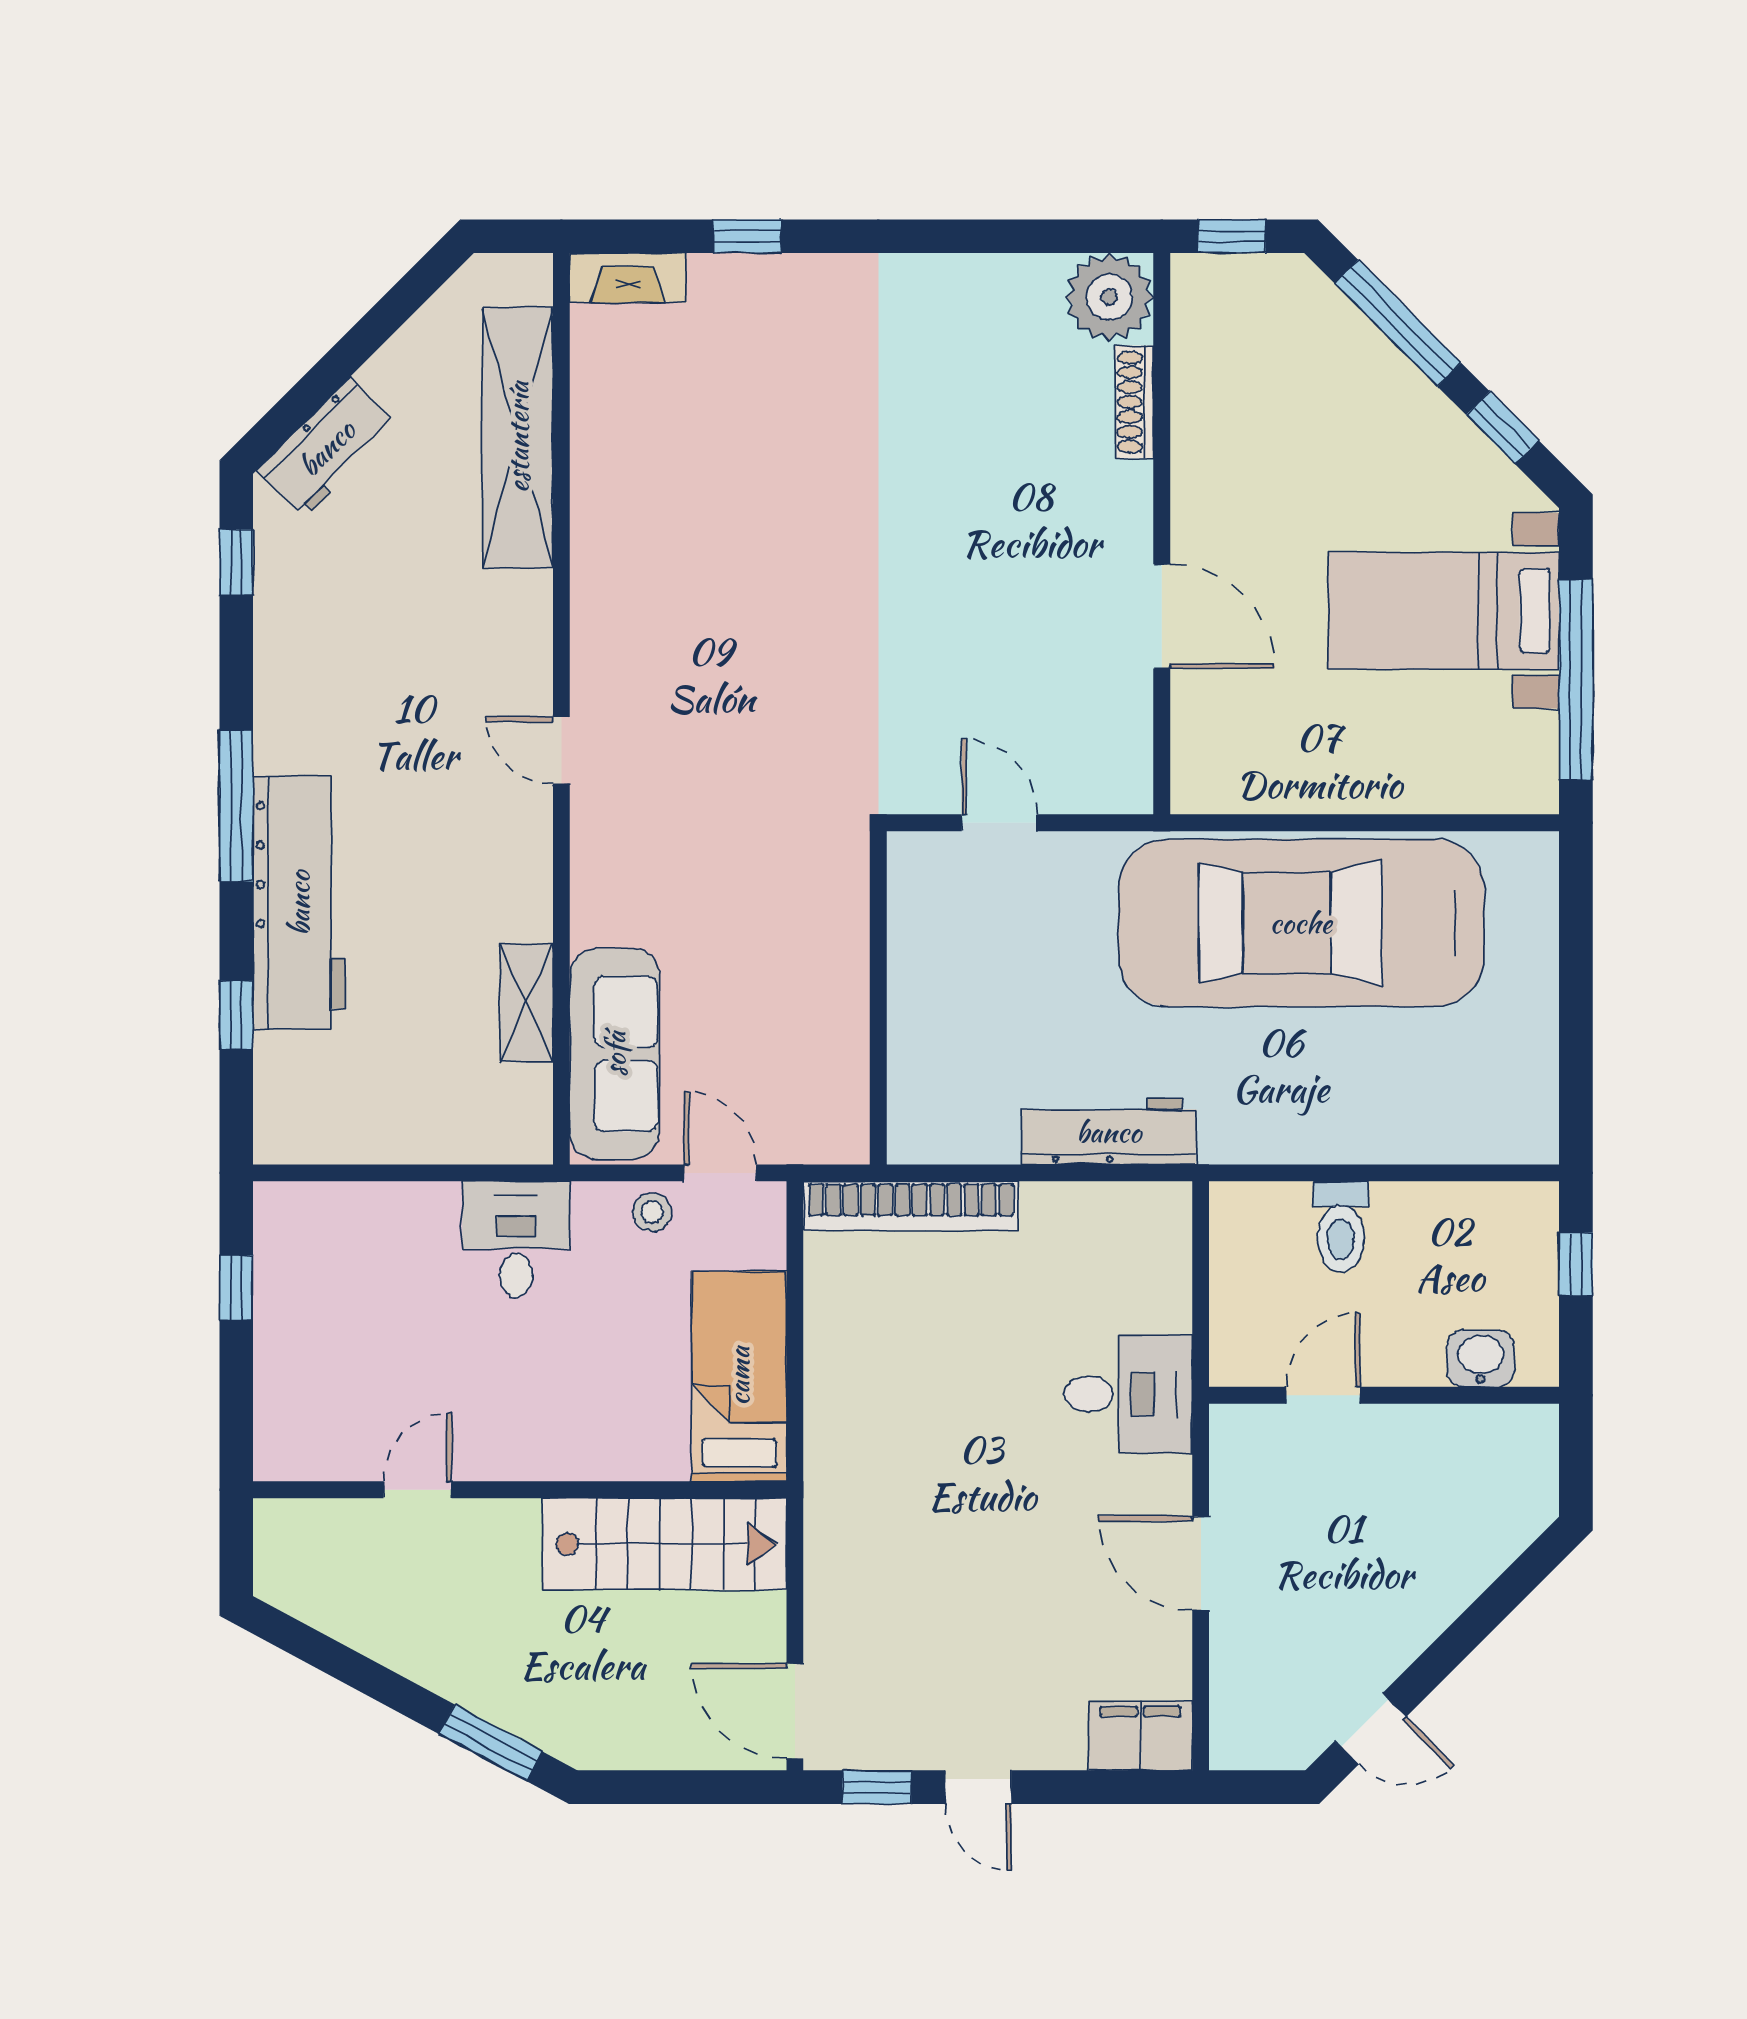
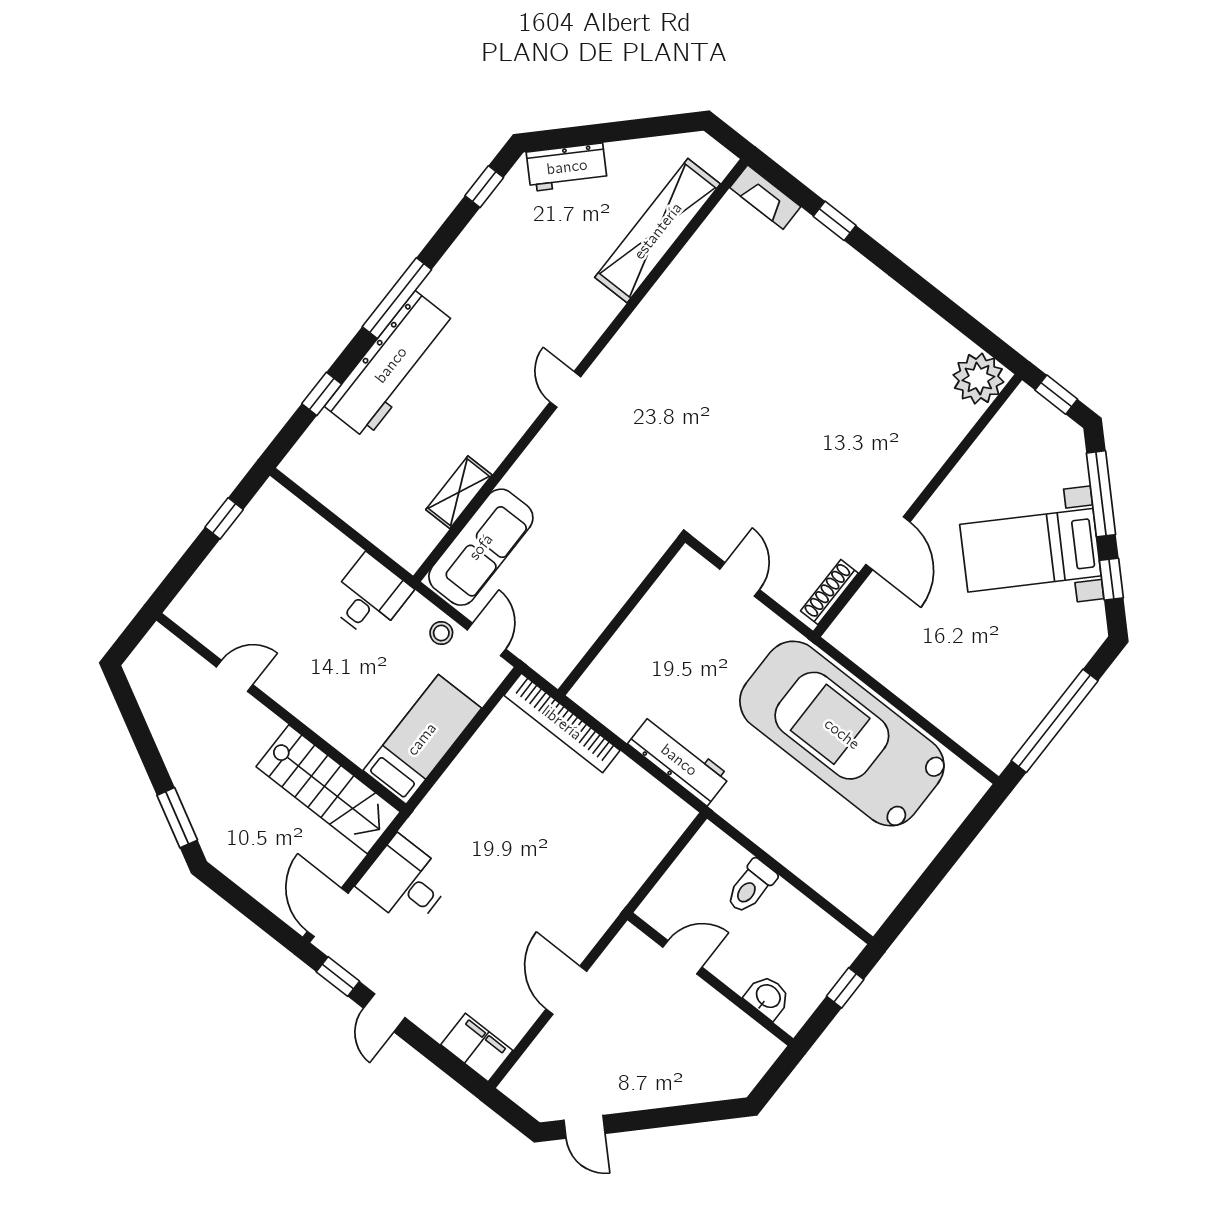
shoe rack: (1134, 402) -> (829, 592), moved
bed with nightstands: (1444, 611) -> (1030, 550), moved, turned -45
desk: (1128, 1394) -> (405, 882), moved, turned 180

